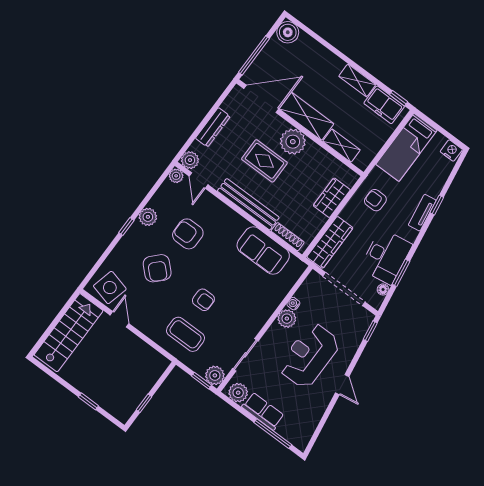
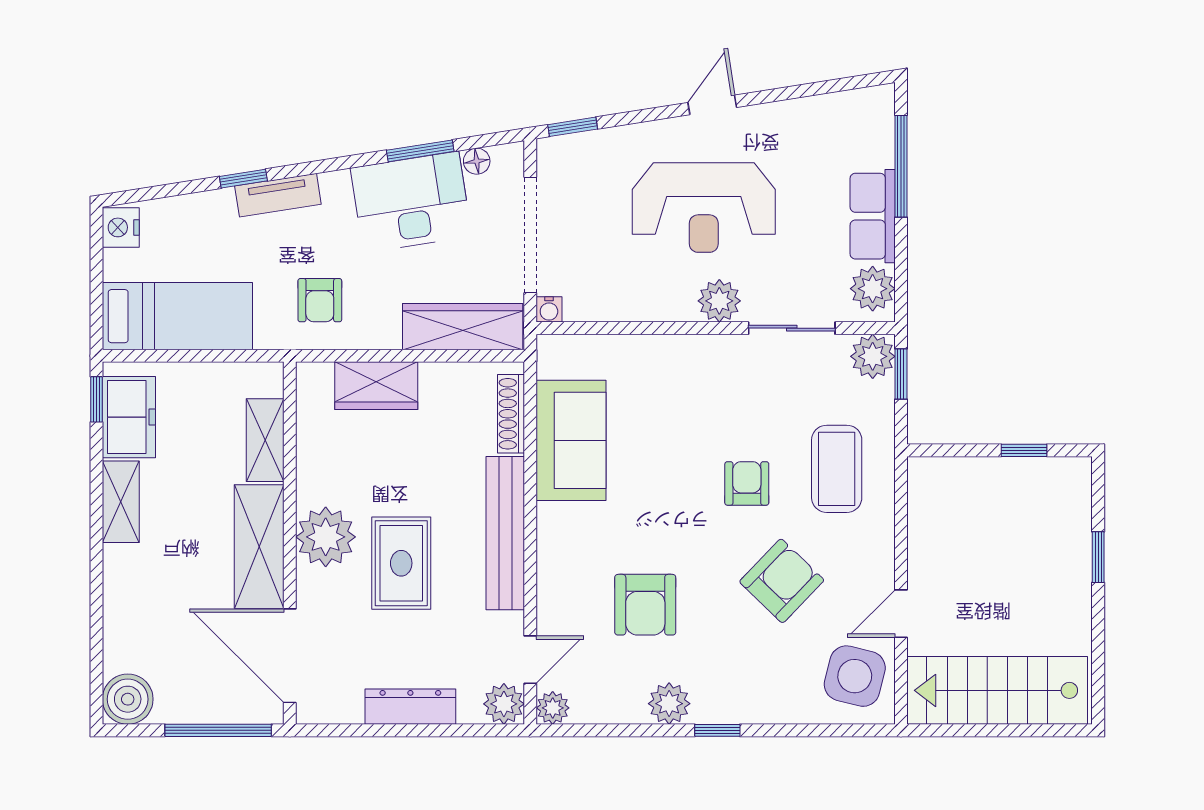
armchair: (157, 268) -> (782, 581), moved
water cooler: (293, 304) -> (549, 309), moved
plant: (287, 319) -> (719, 301), moved

